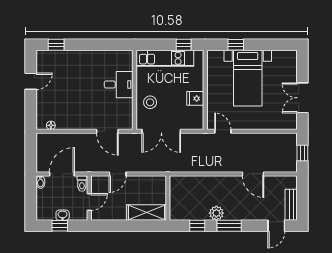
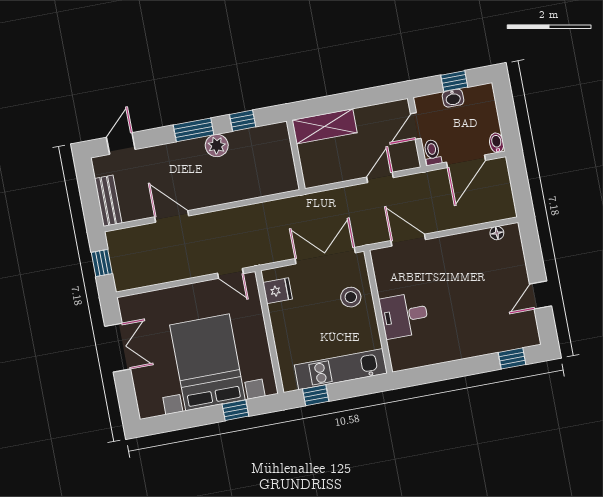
bed with nightstands: (248, 78) -> (207, 362), width x1.36
fridge: (195, 98) -> (278, 291), moved
bench: (291, 205) -> (108, 201), moved

